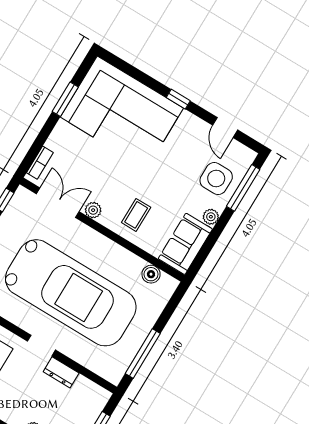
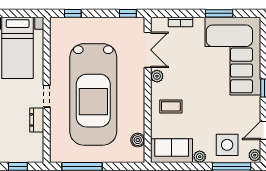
plant: (246, 155) -> (255, 155), added
bookcase: (40, 163) -> (181, 22), moved

